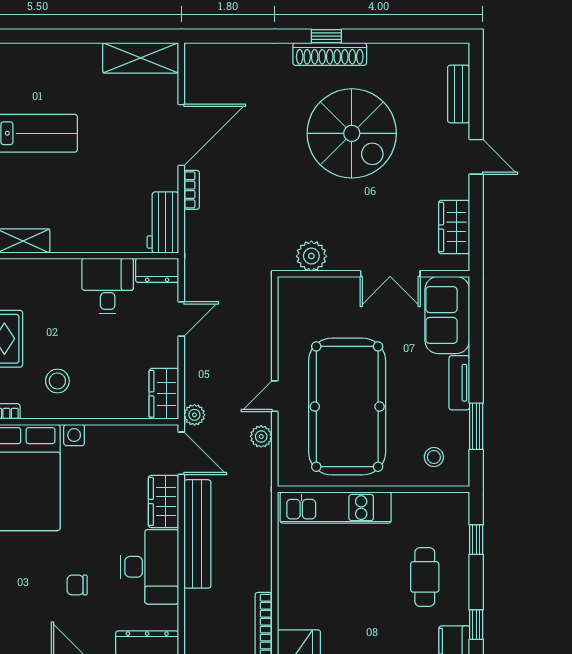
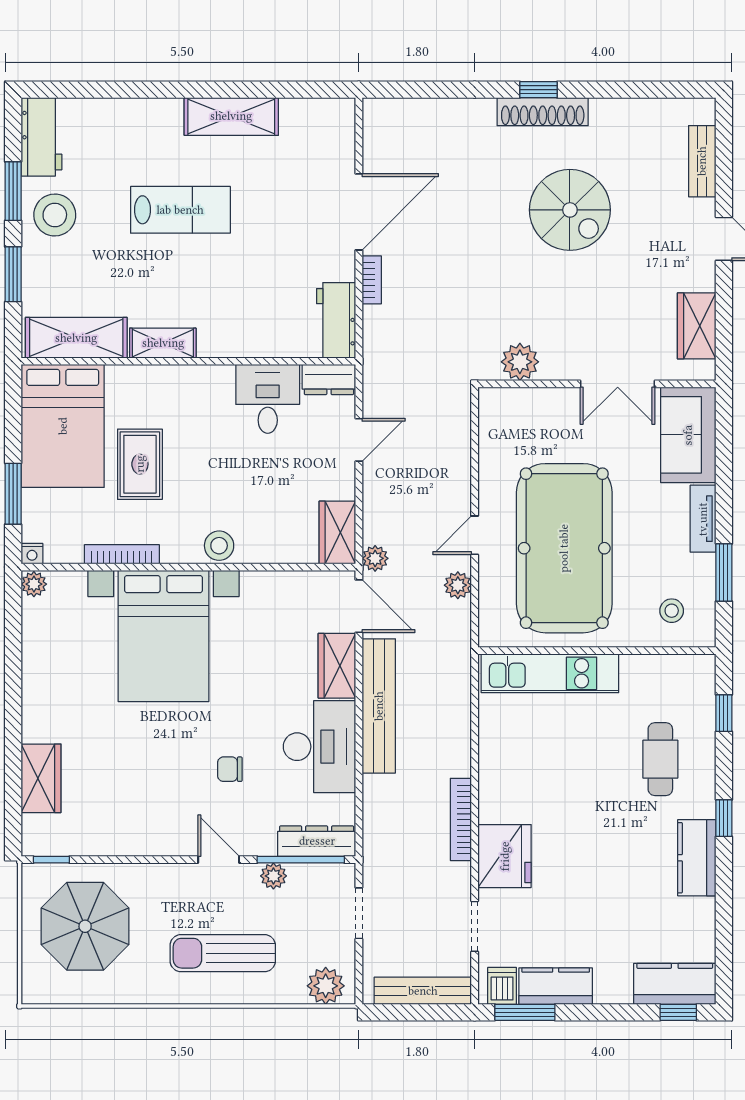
shelving: (141, 58) -> (231, 116), moved
spiral stairs: (352, 133) -> (570, 210), width x0.73, depth x0.73
stool: (57, 381) -> (219, 546), moved

